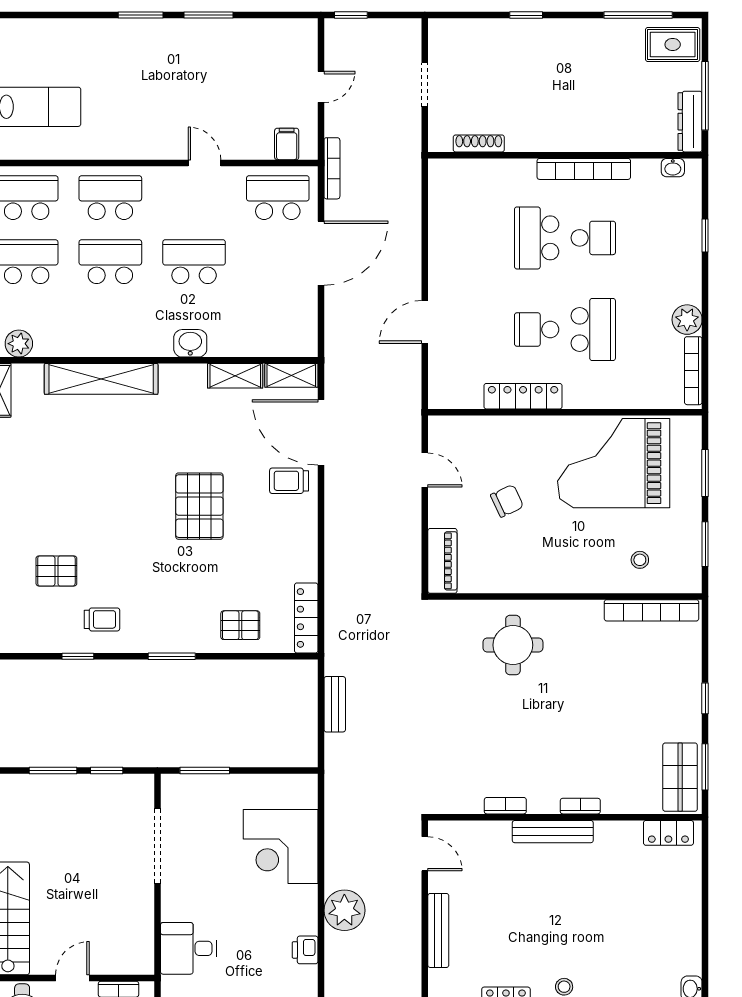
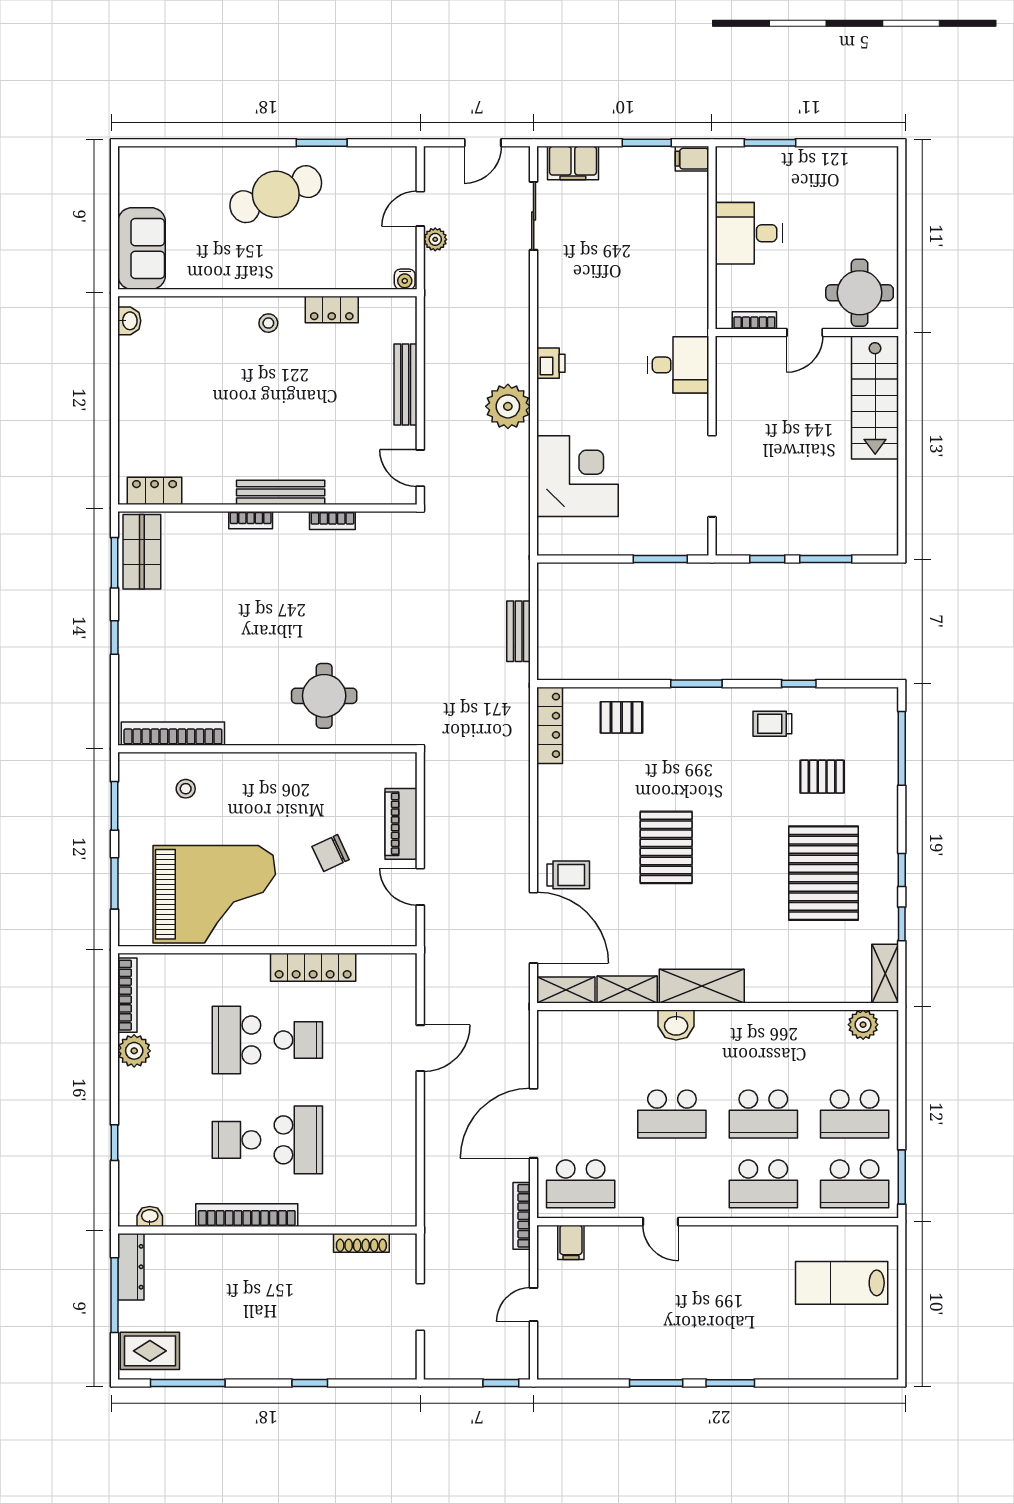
shelving: (101, 379) -> (702, 986), moved, width x0.68
pallet: (55, 482) -> (823, 873), added
piano: (442, 561) -> (401, 824), moved

